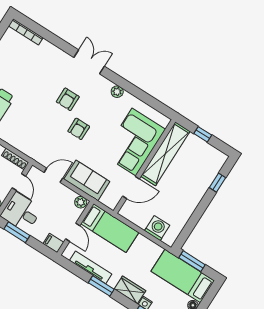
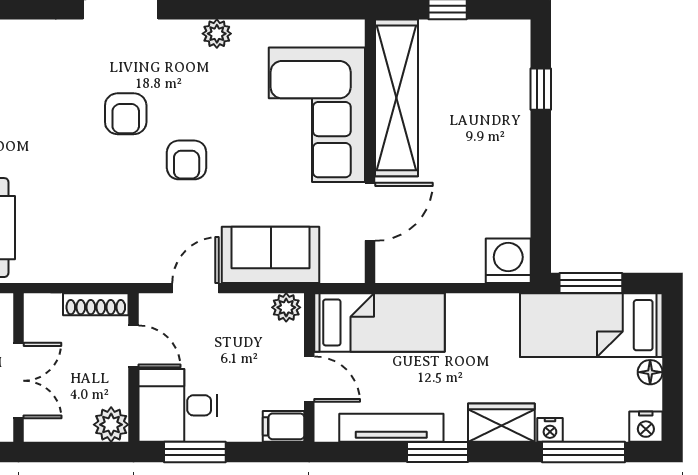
washing machine: (157, 228) -> (508, 261), moved

